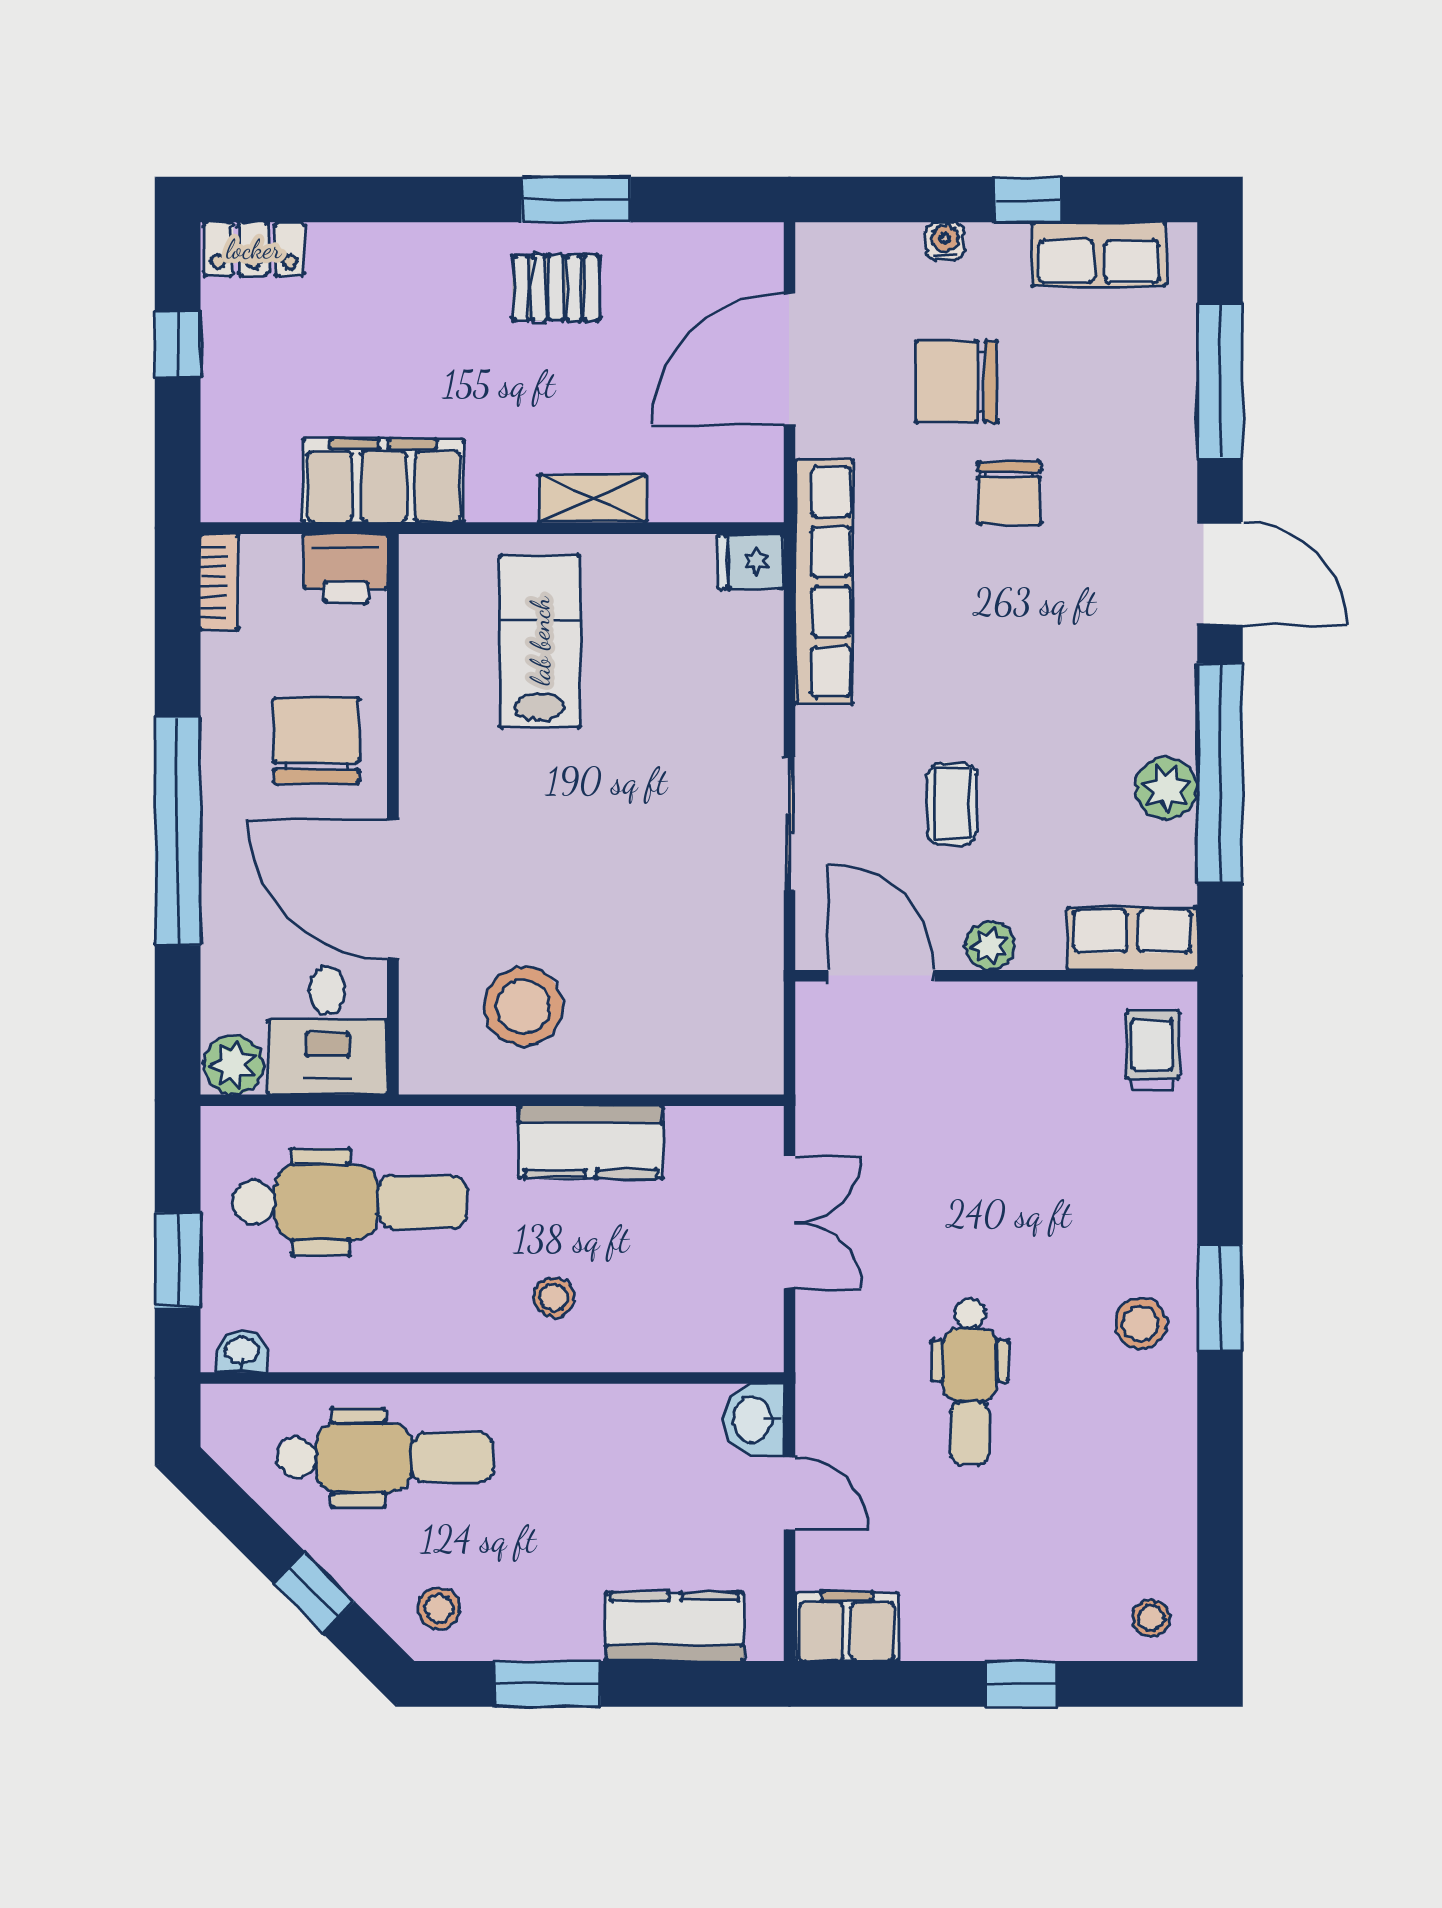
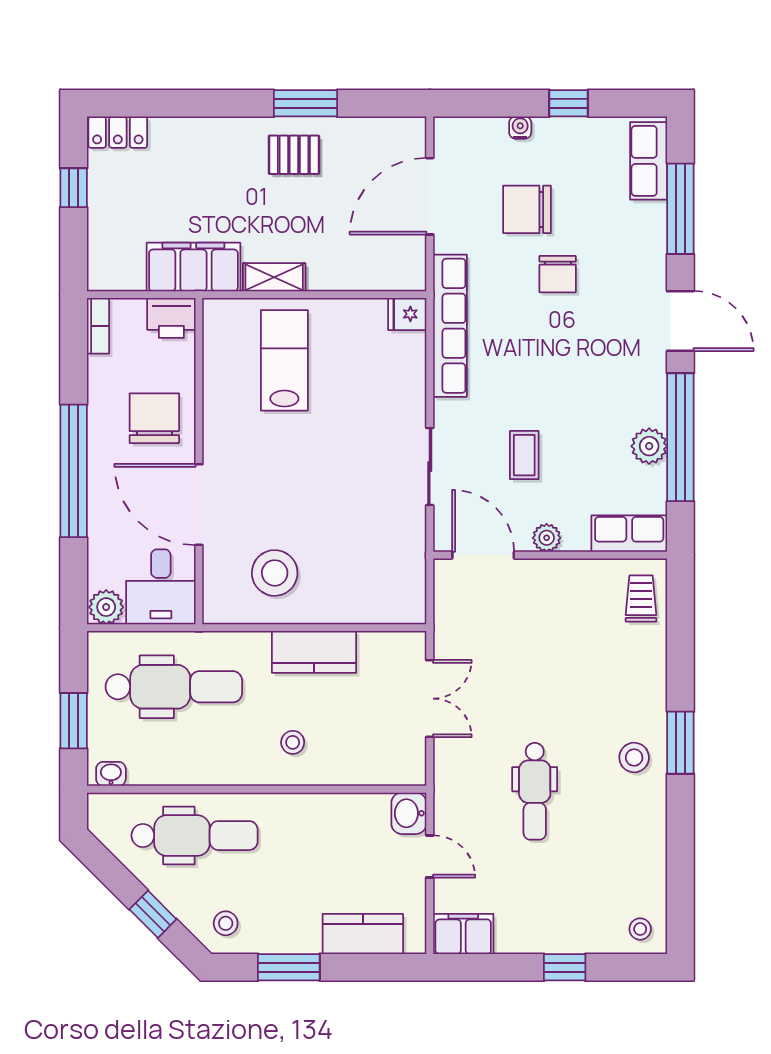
row of seats: (1099, 254) -> (649, 161), moved, turned 90
shelving: (592, 498) -> (274, 277), moved

